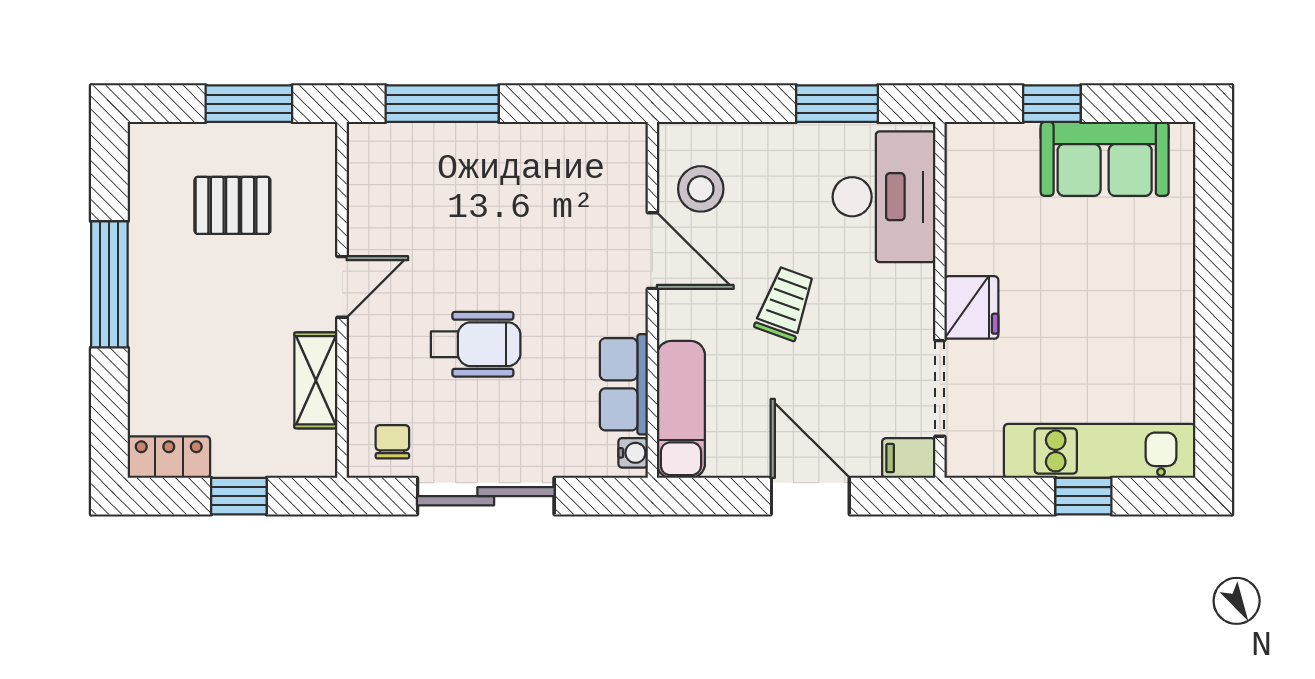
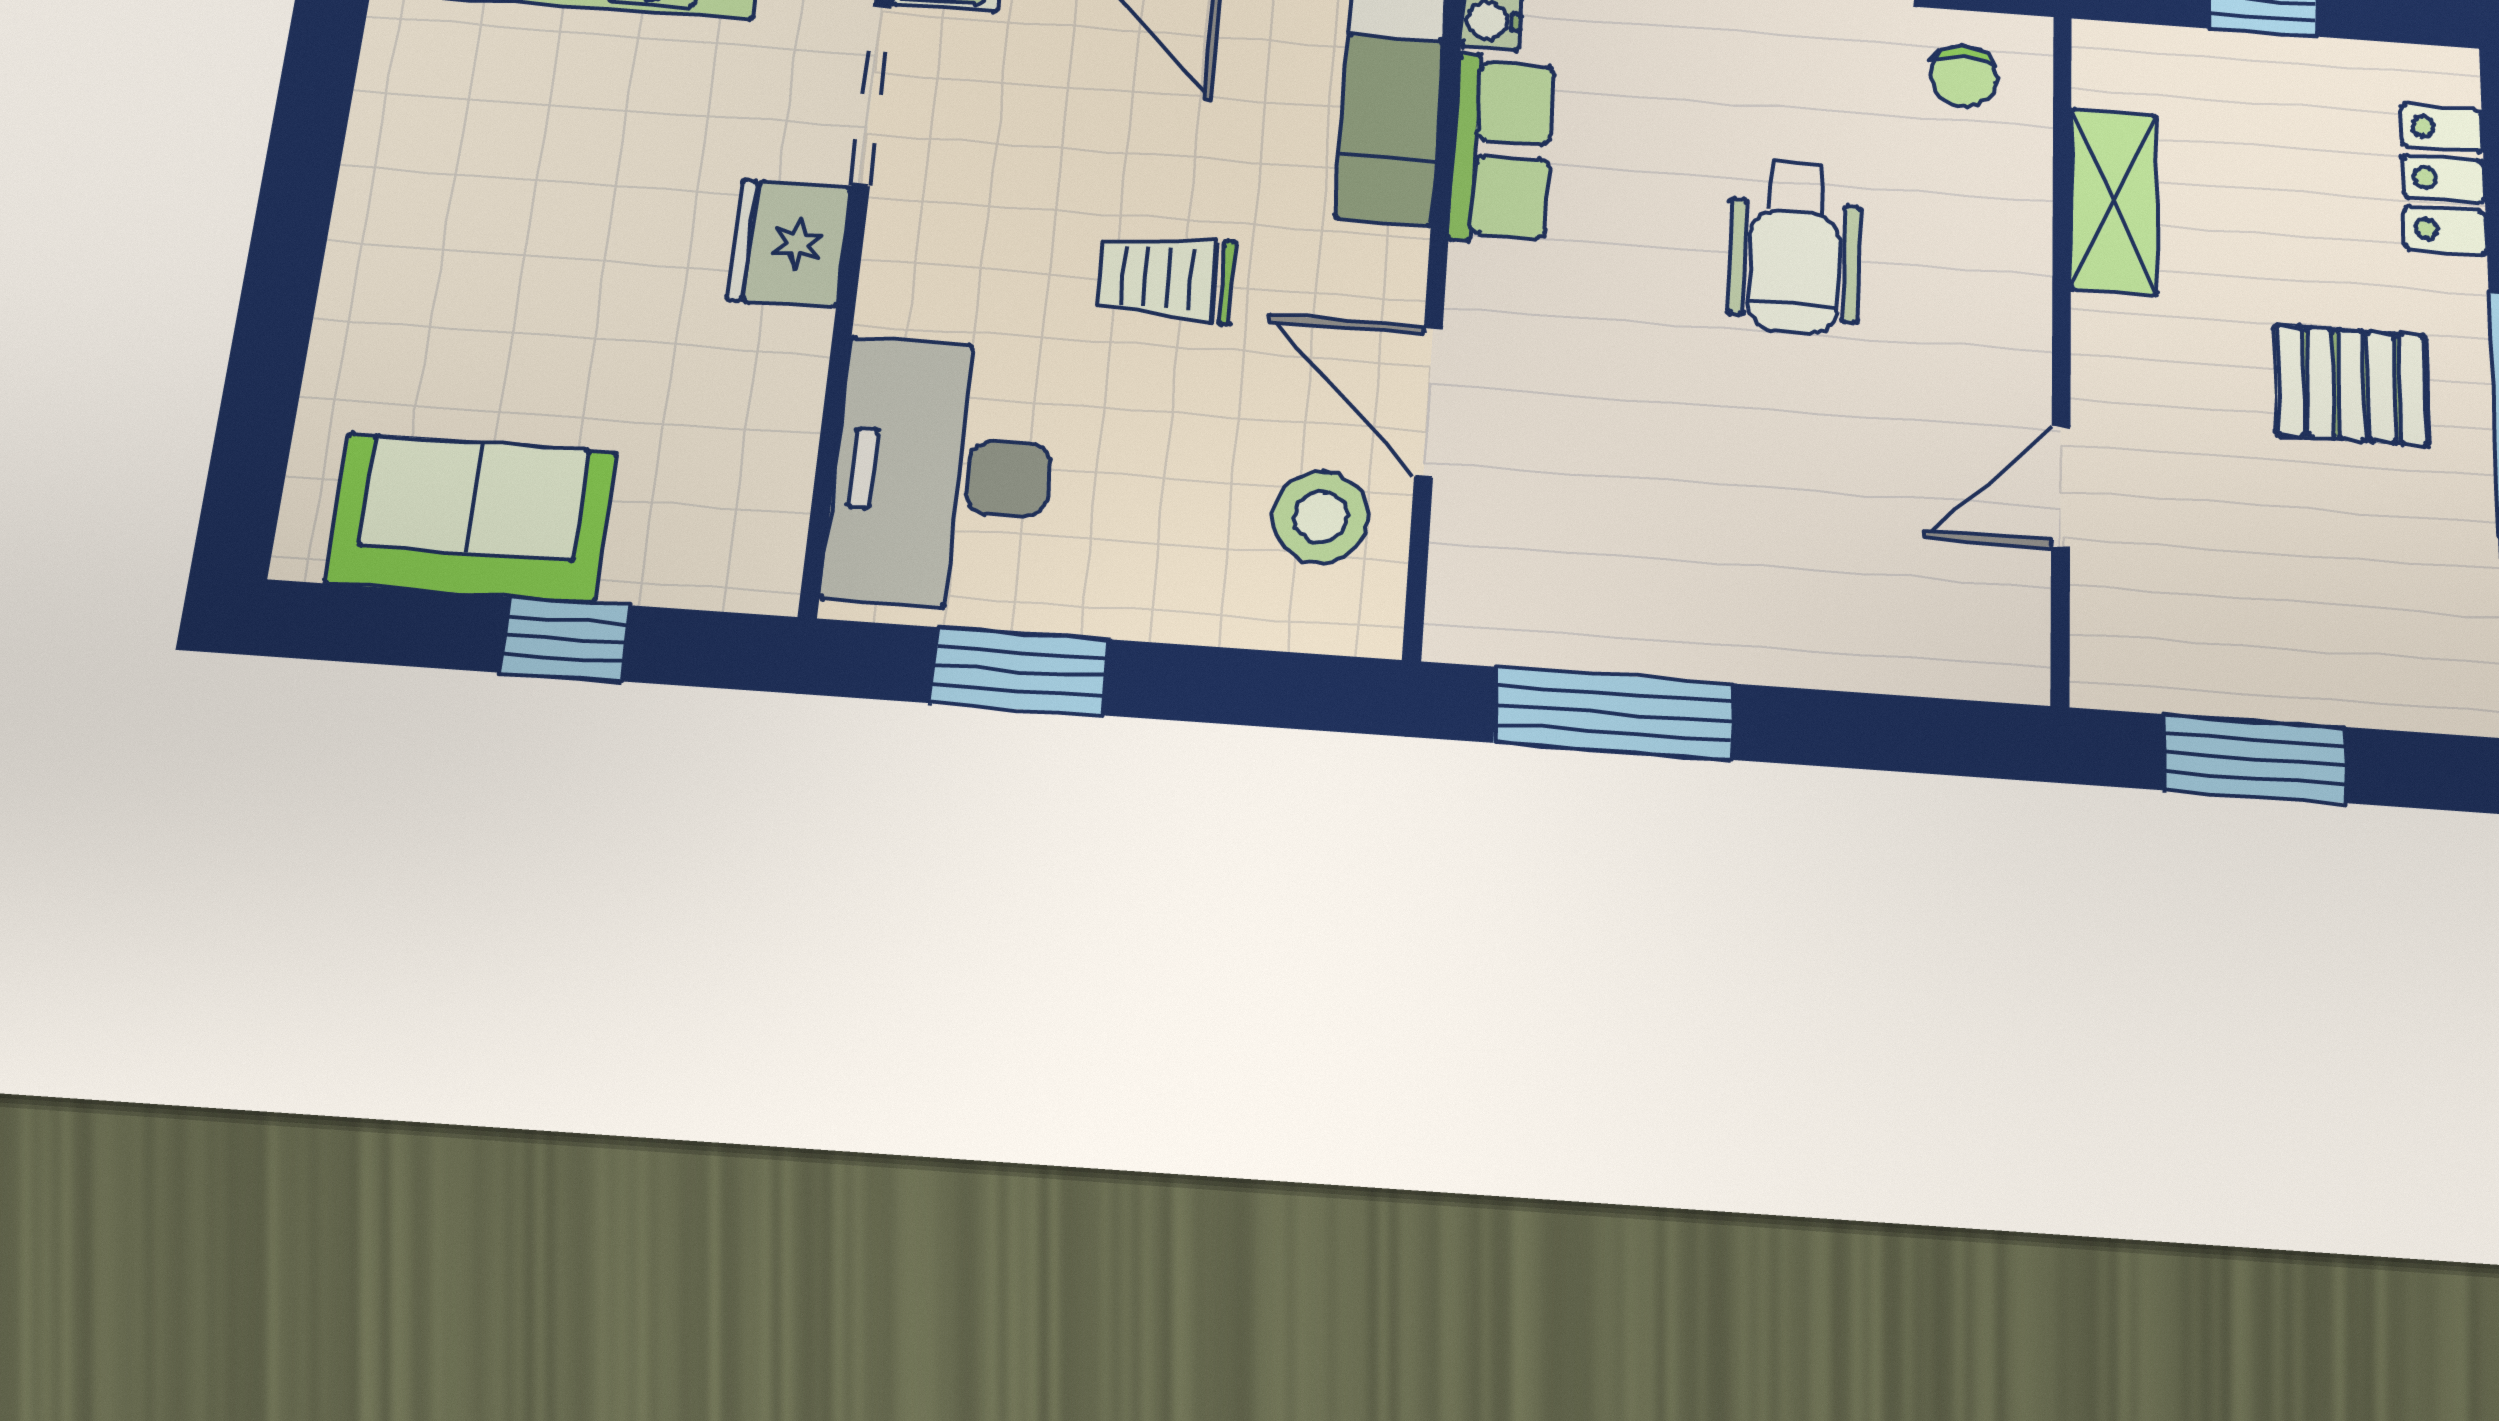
window: (442, 104) -> (1614, 713), moved
pallet: (232, 205) -> (2351, 385), moved
door: (342, 287) -> (2061, 487), moved
trolley: (785, 304) -> (1166, 278), turned 70
wheelchair: (476, 344) -> (1795, 246), turned -90
locker: (169, 457) -> (2444, 179), moved, turned 90

